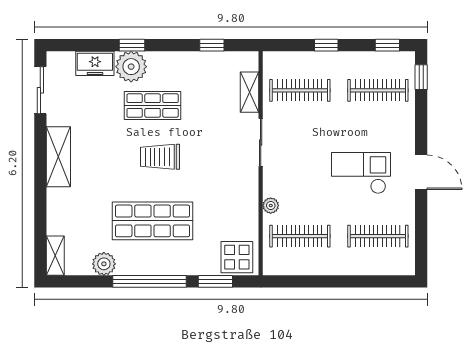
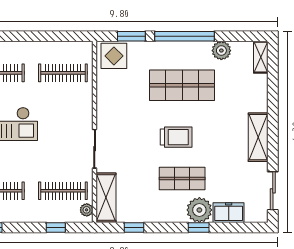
window: (326, 45) -> (56, 227), moved
shelving: (250, 92) -> (106, 198), width x1.50, depth x1.33
plant: (271, 206) -> (87, 210), moved

